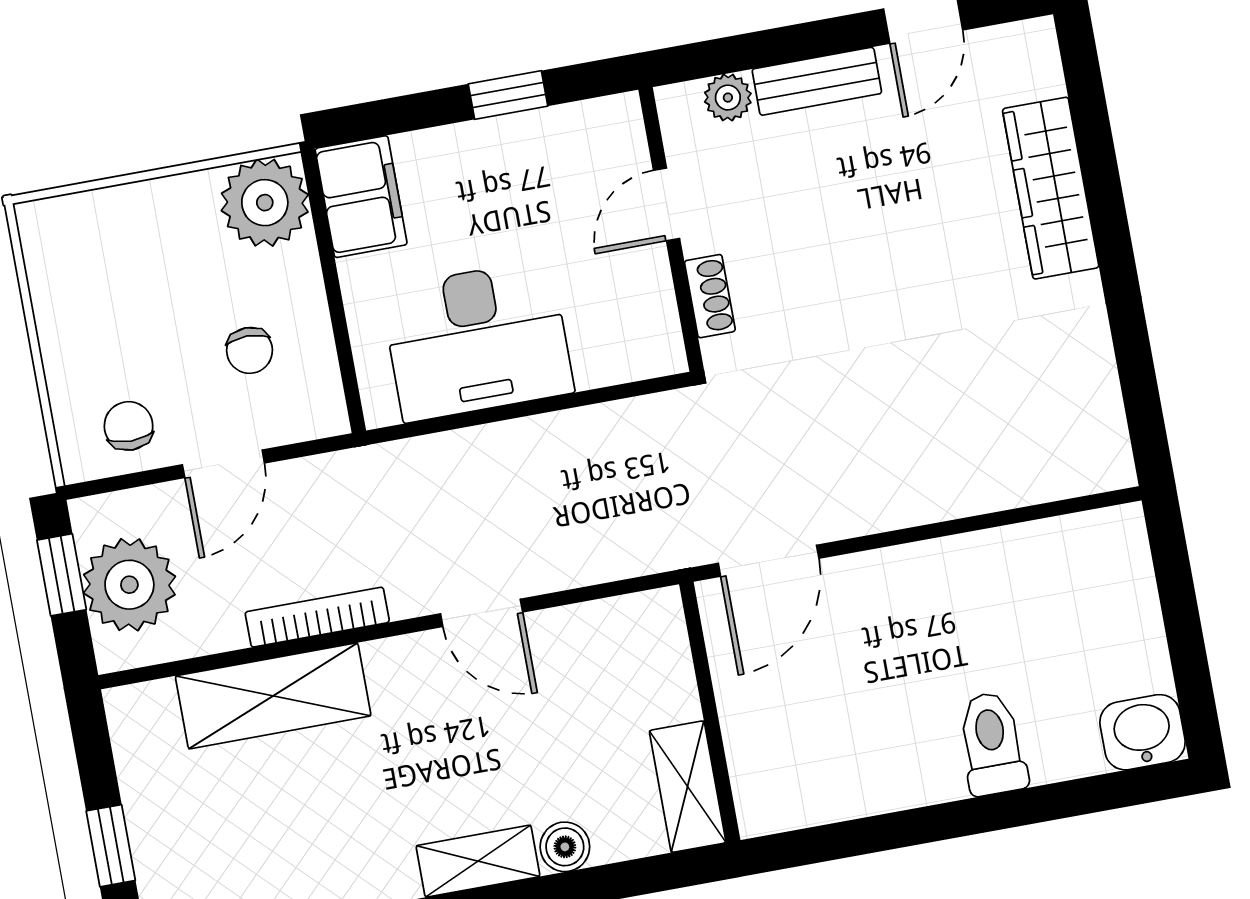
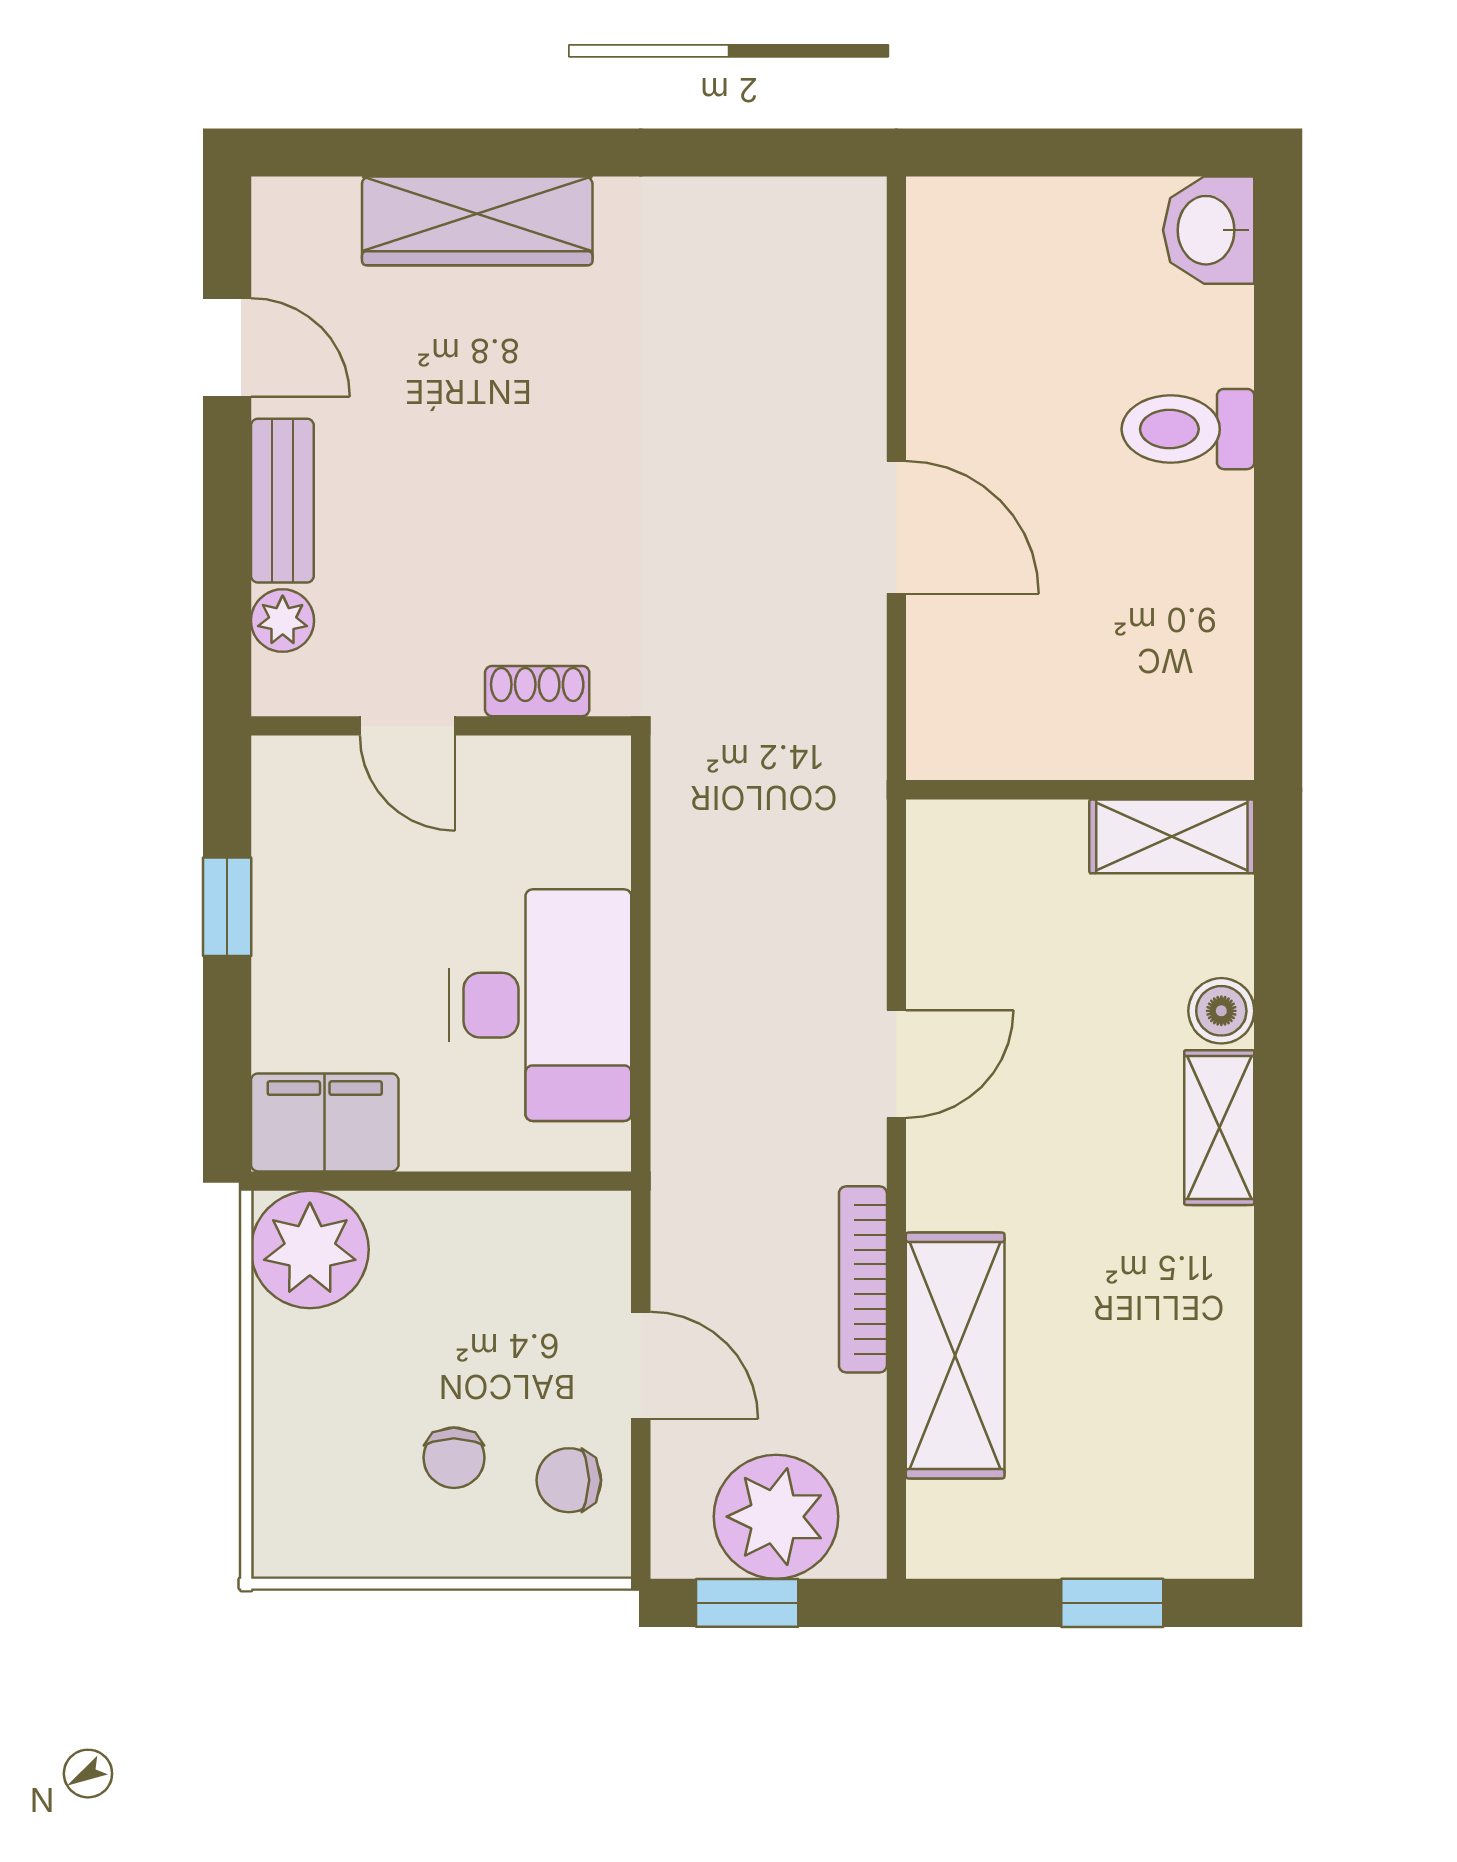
chair: (250, 350) -> (454, 1458), moved, turned 90
door: (769, 561) -> (896, 527), moved

